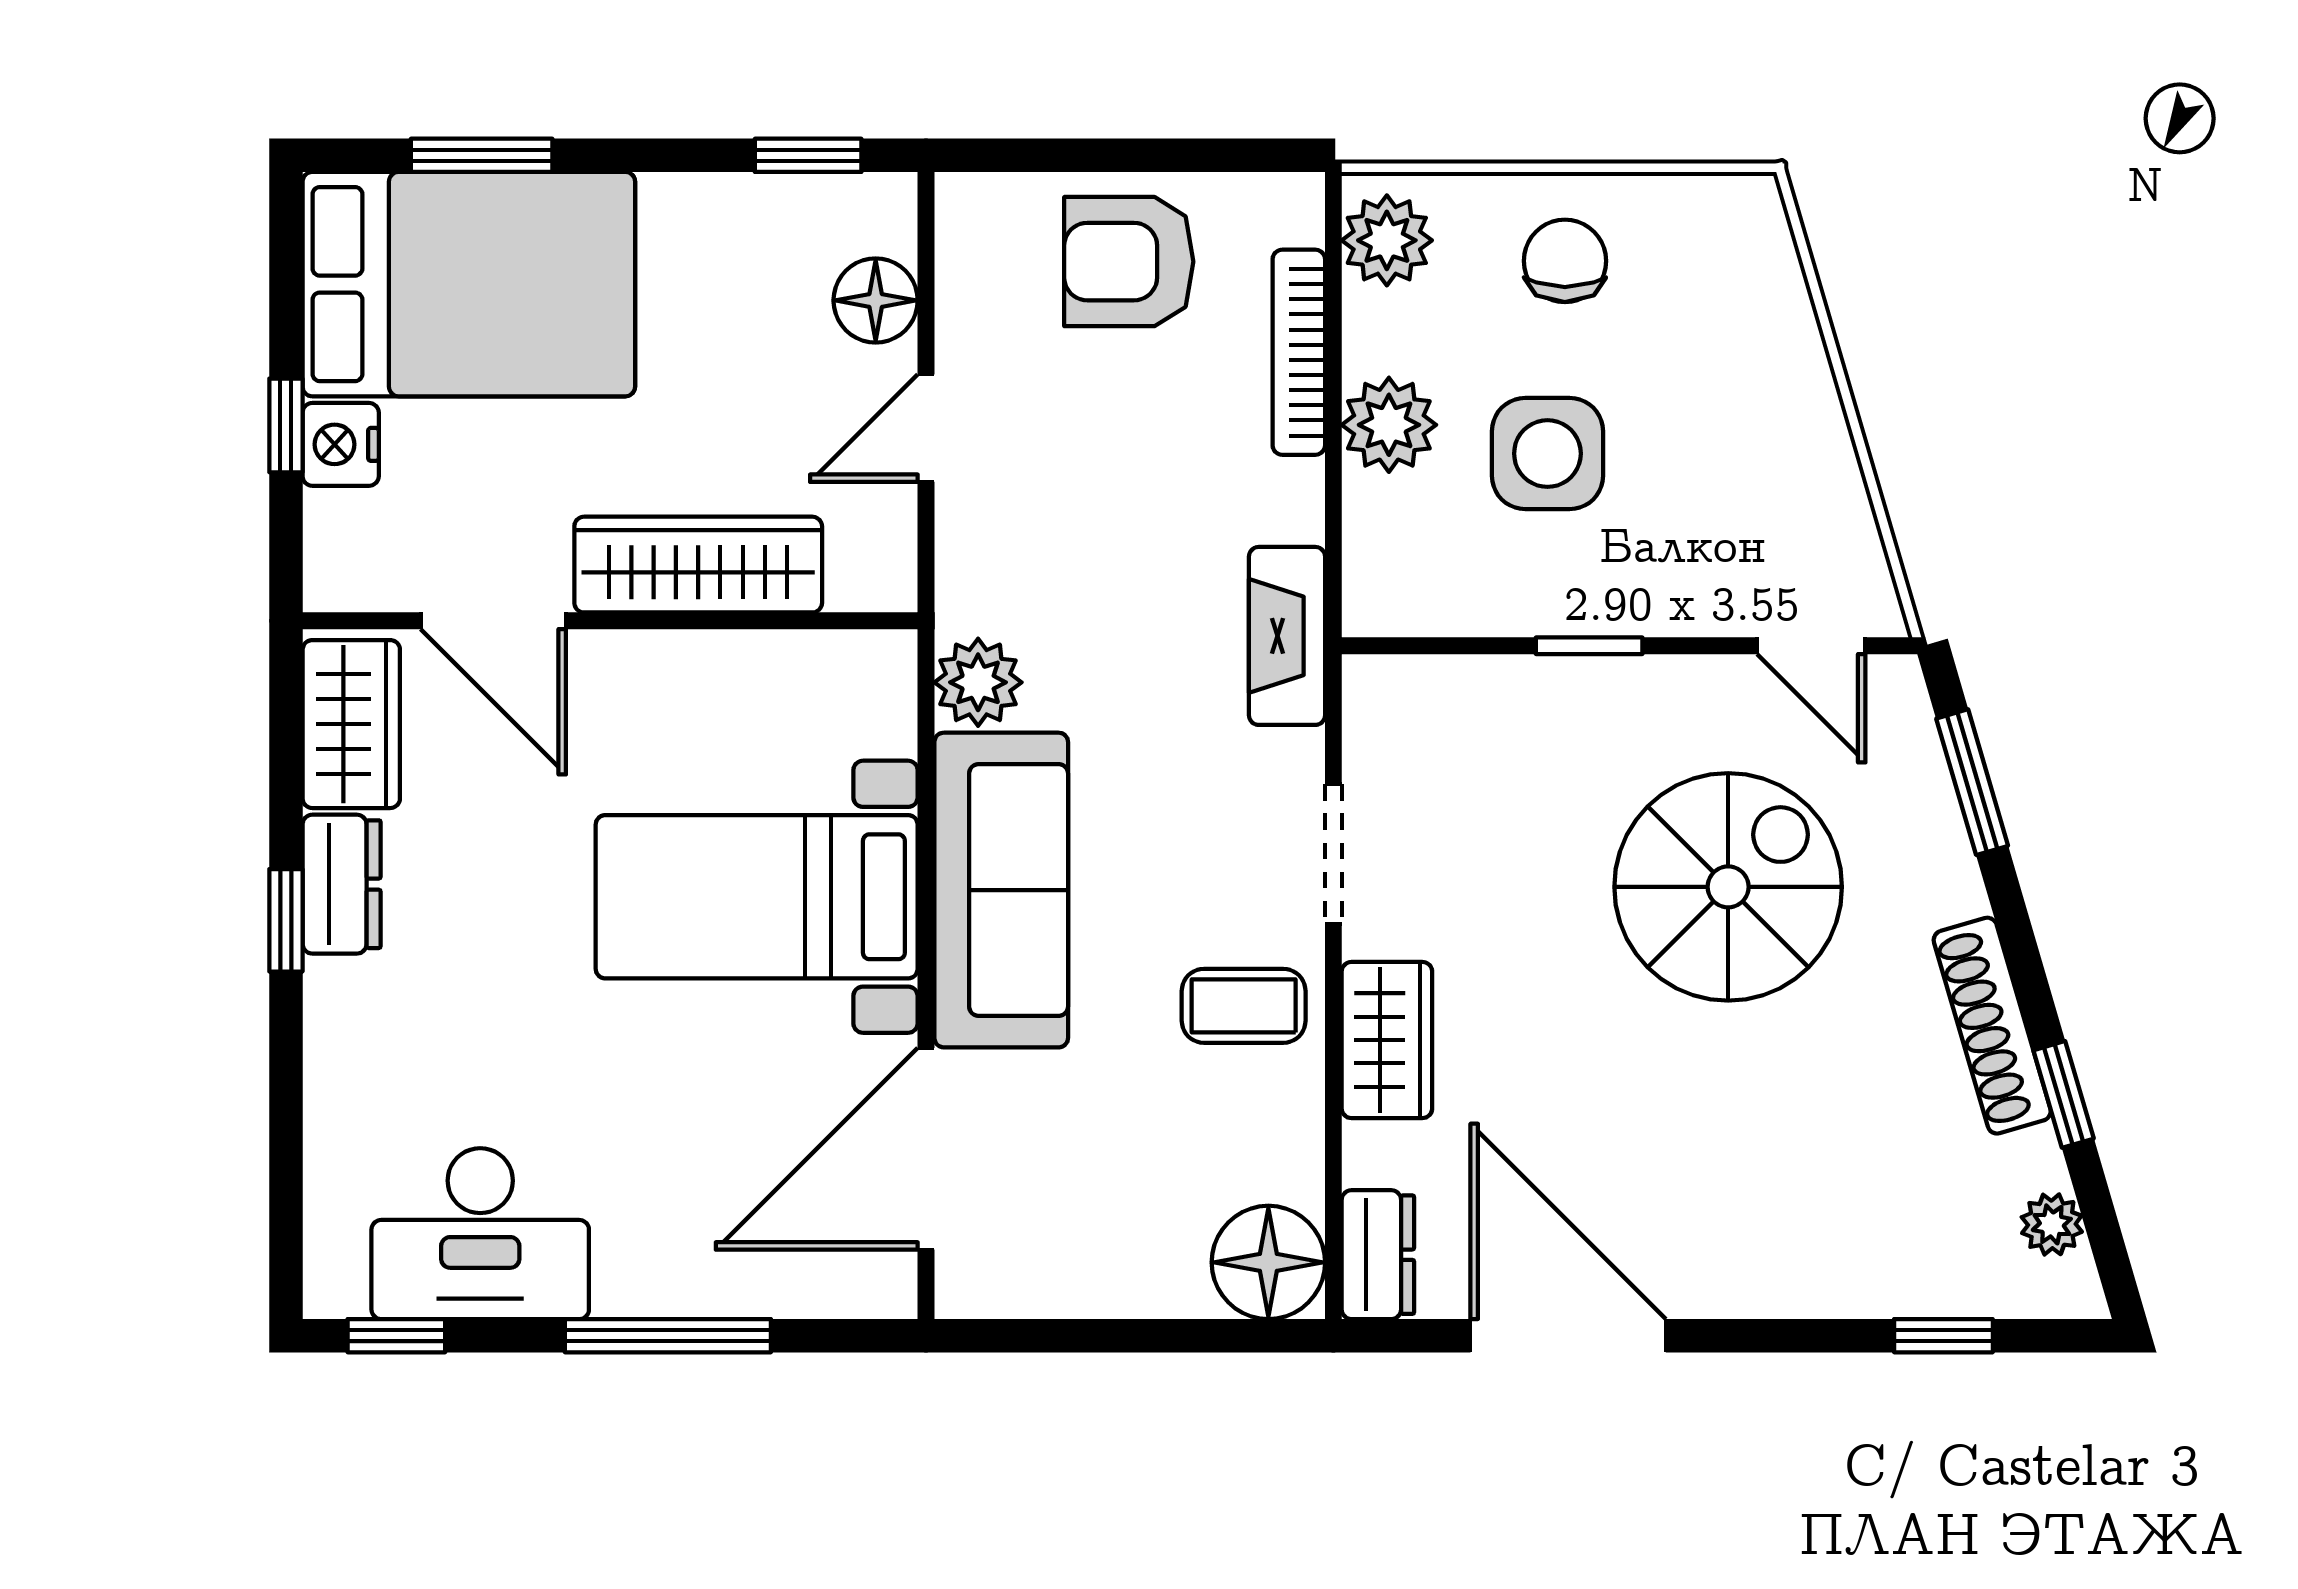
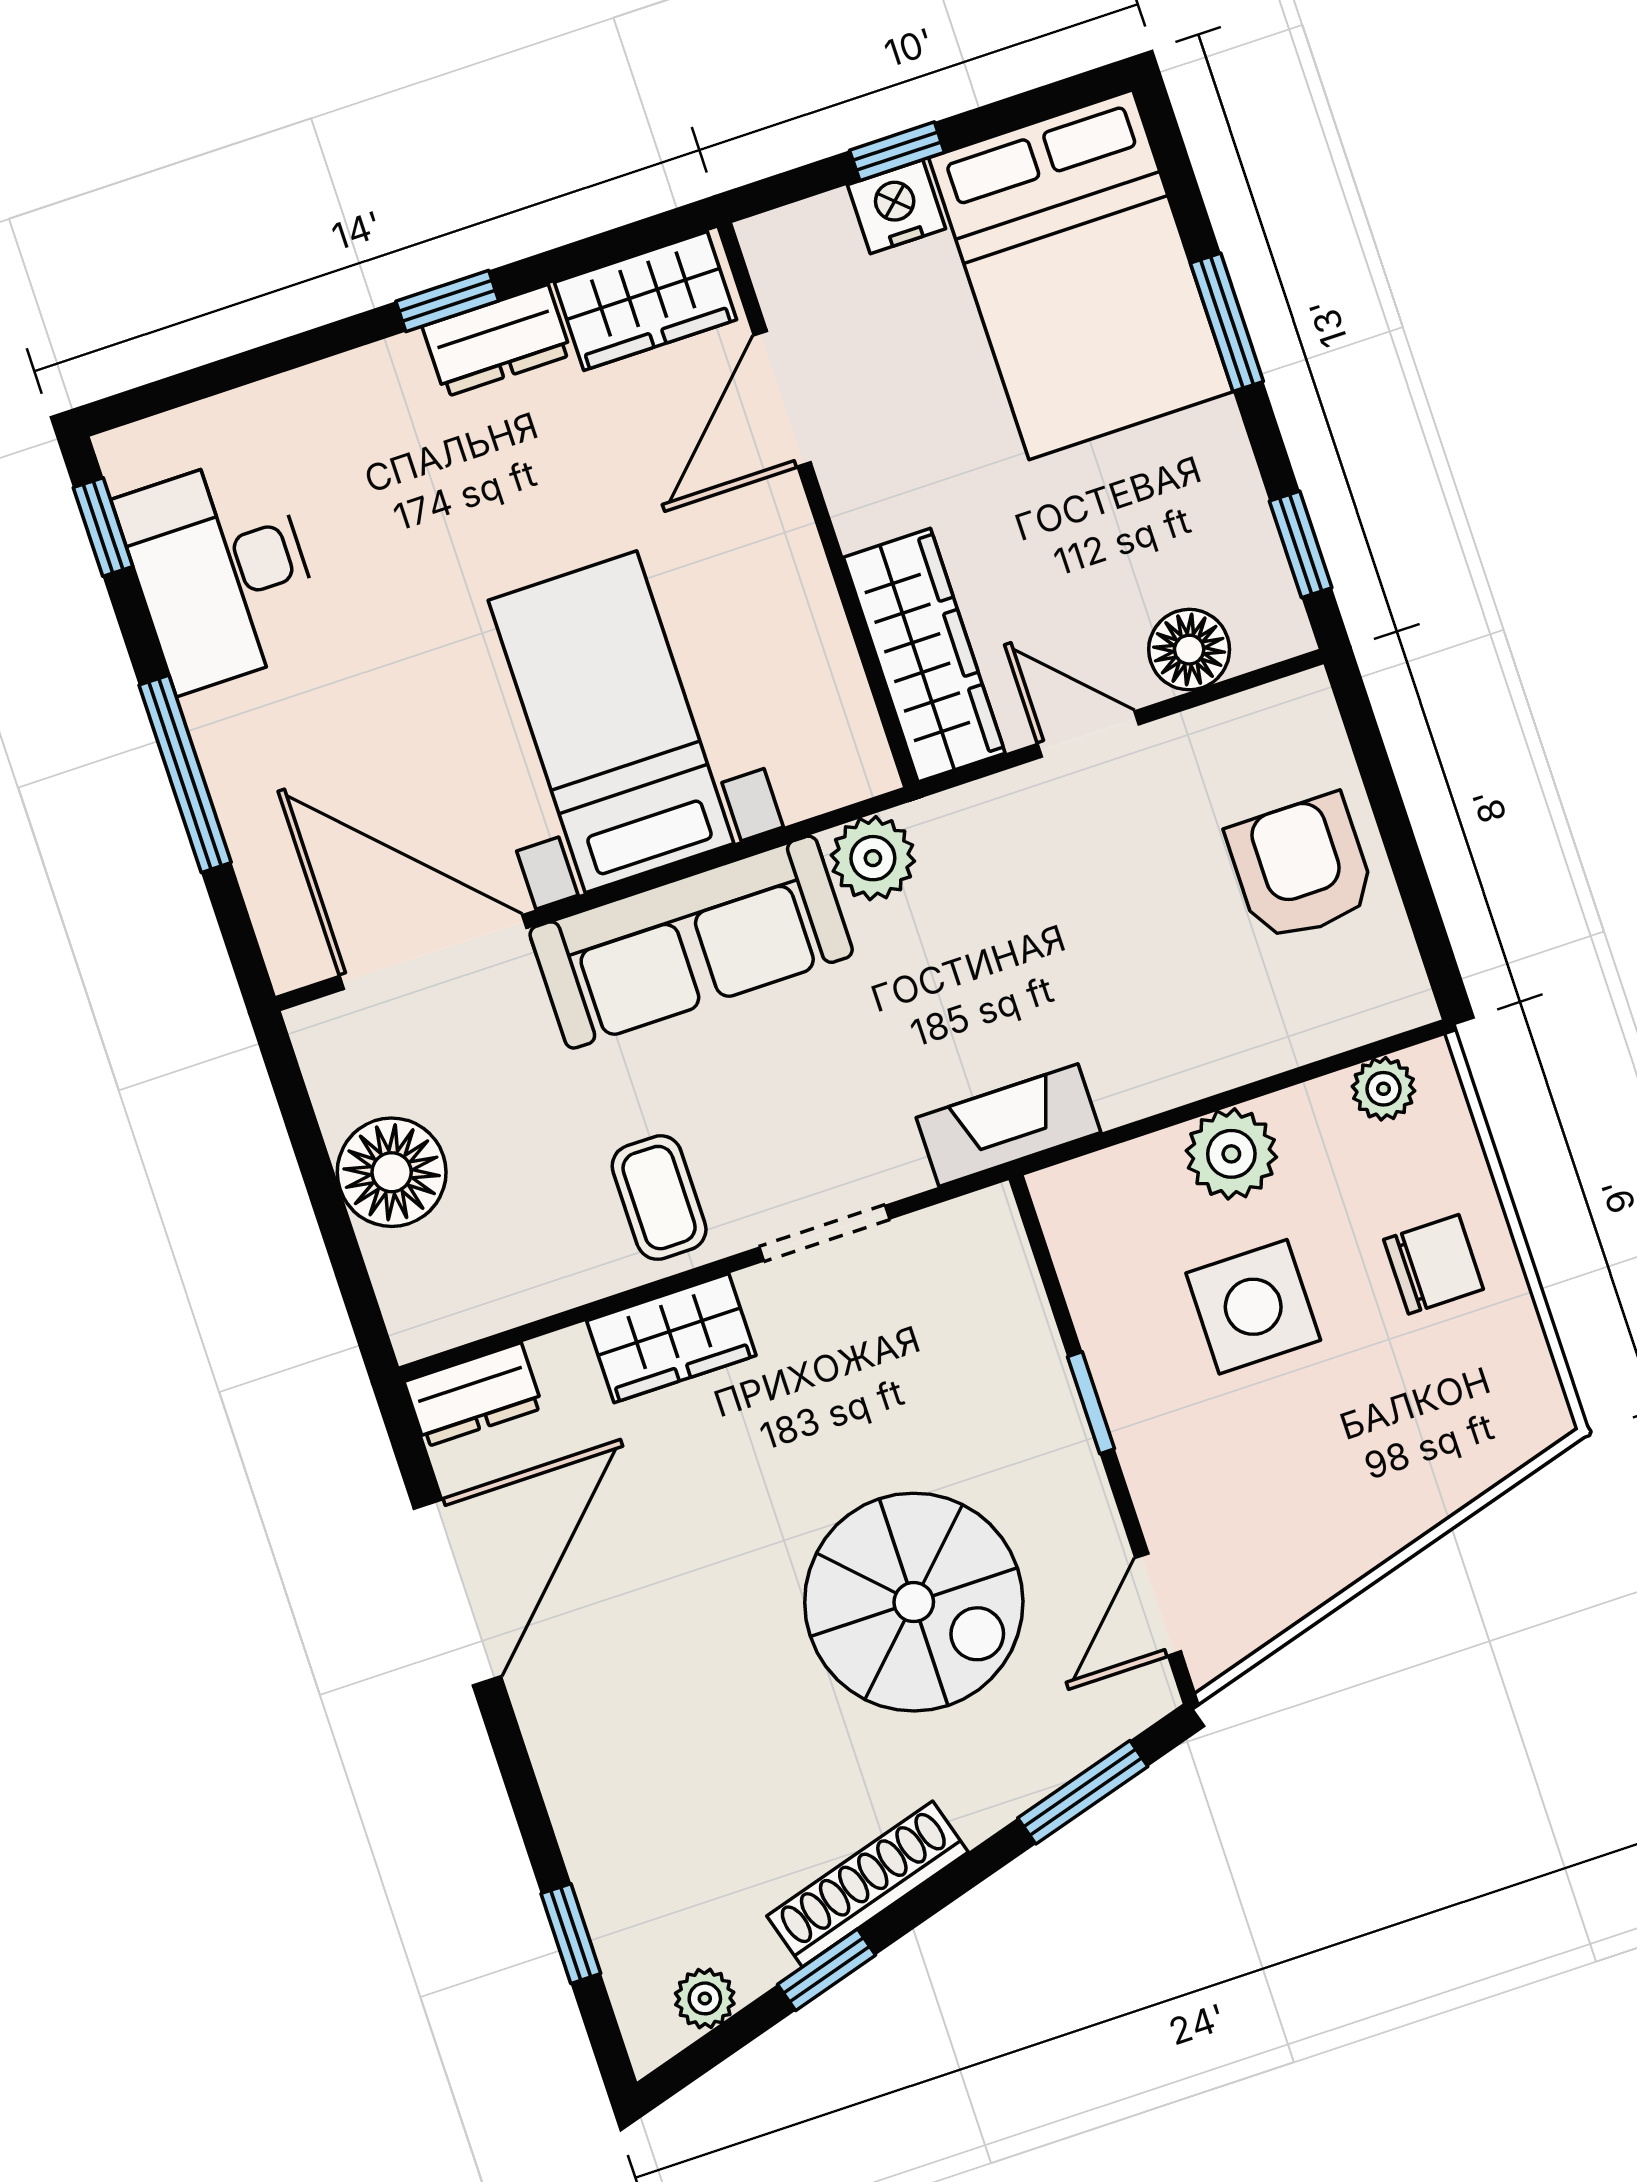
window: (482, 155) -> (1227, 322), moved
plant: (1387, 240) -> (1383, 1089), width x0.73, depth x0.73
bookcase: (1299, 352) -> (1270, 1050), removed
wardrobe: (698, 565) -> (924, 655), moved
floor lamp: (1268, 1262) -> (392, 1172), moved

